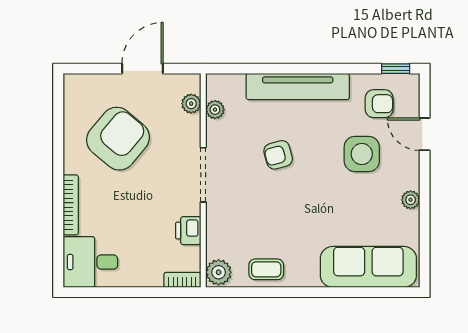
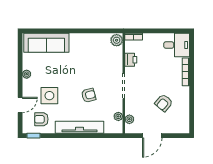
door: (425, 134) -> (20, 105), hinge flipped
armchair: (118, 139) -> (164, 103), width x0.53, depth x0.53
coffee table: (266, 269) -> (94, 42), removed

